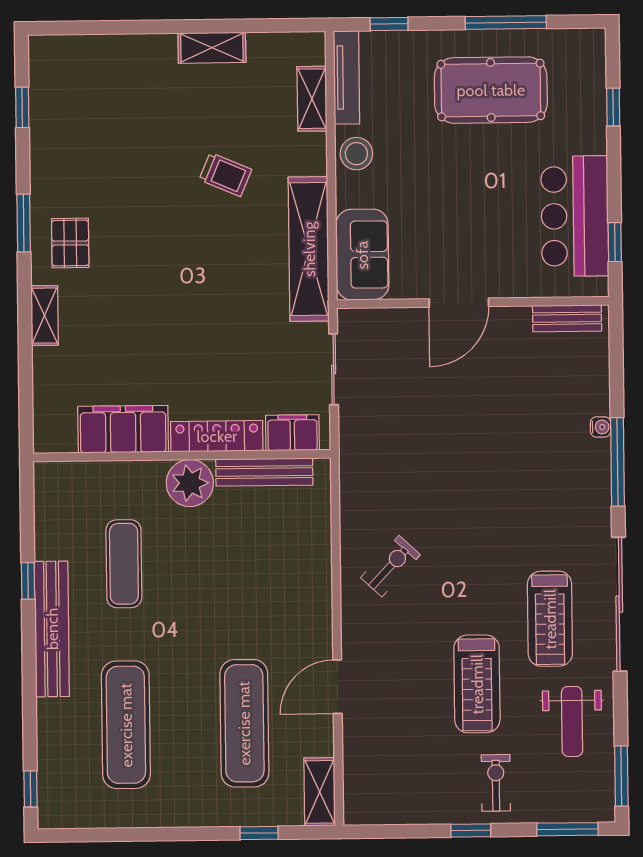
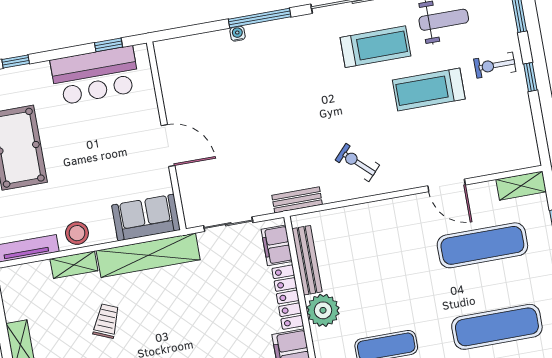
shelving: (312, 99) -> (74, 265), moved
bench: (567, 318) -> (297, 200), moved, turned 90
treadmill: (477, 684) -> (429, 90), turned 180

